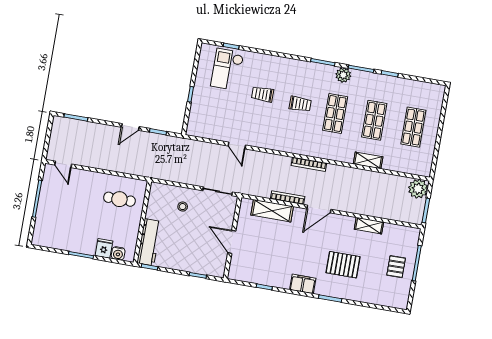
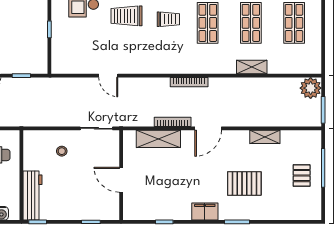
trolley: (263, 94) -> (126, 16), width x1.36, depth x1.39

